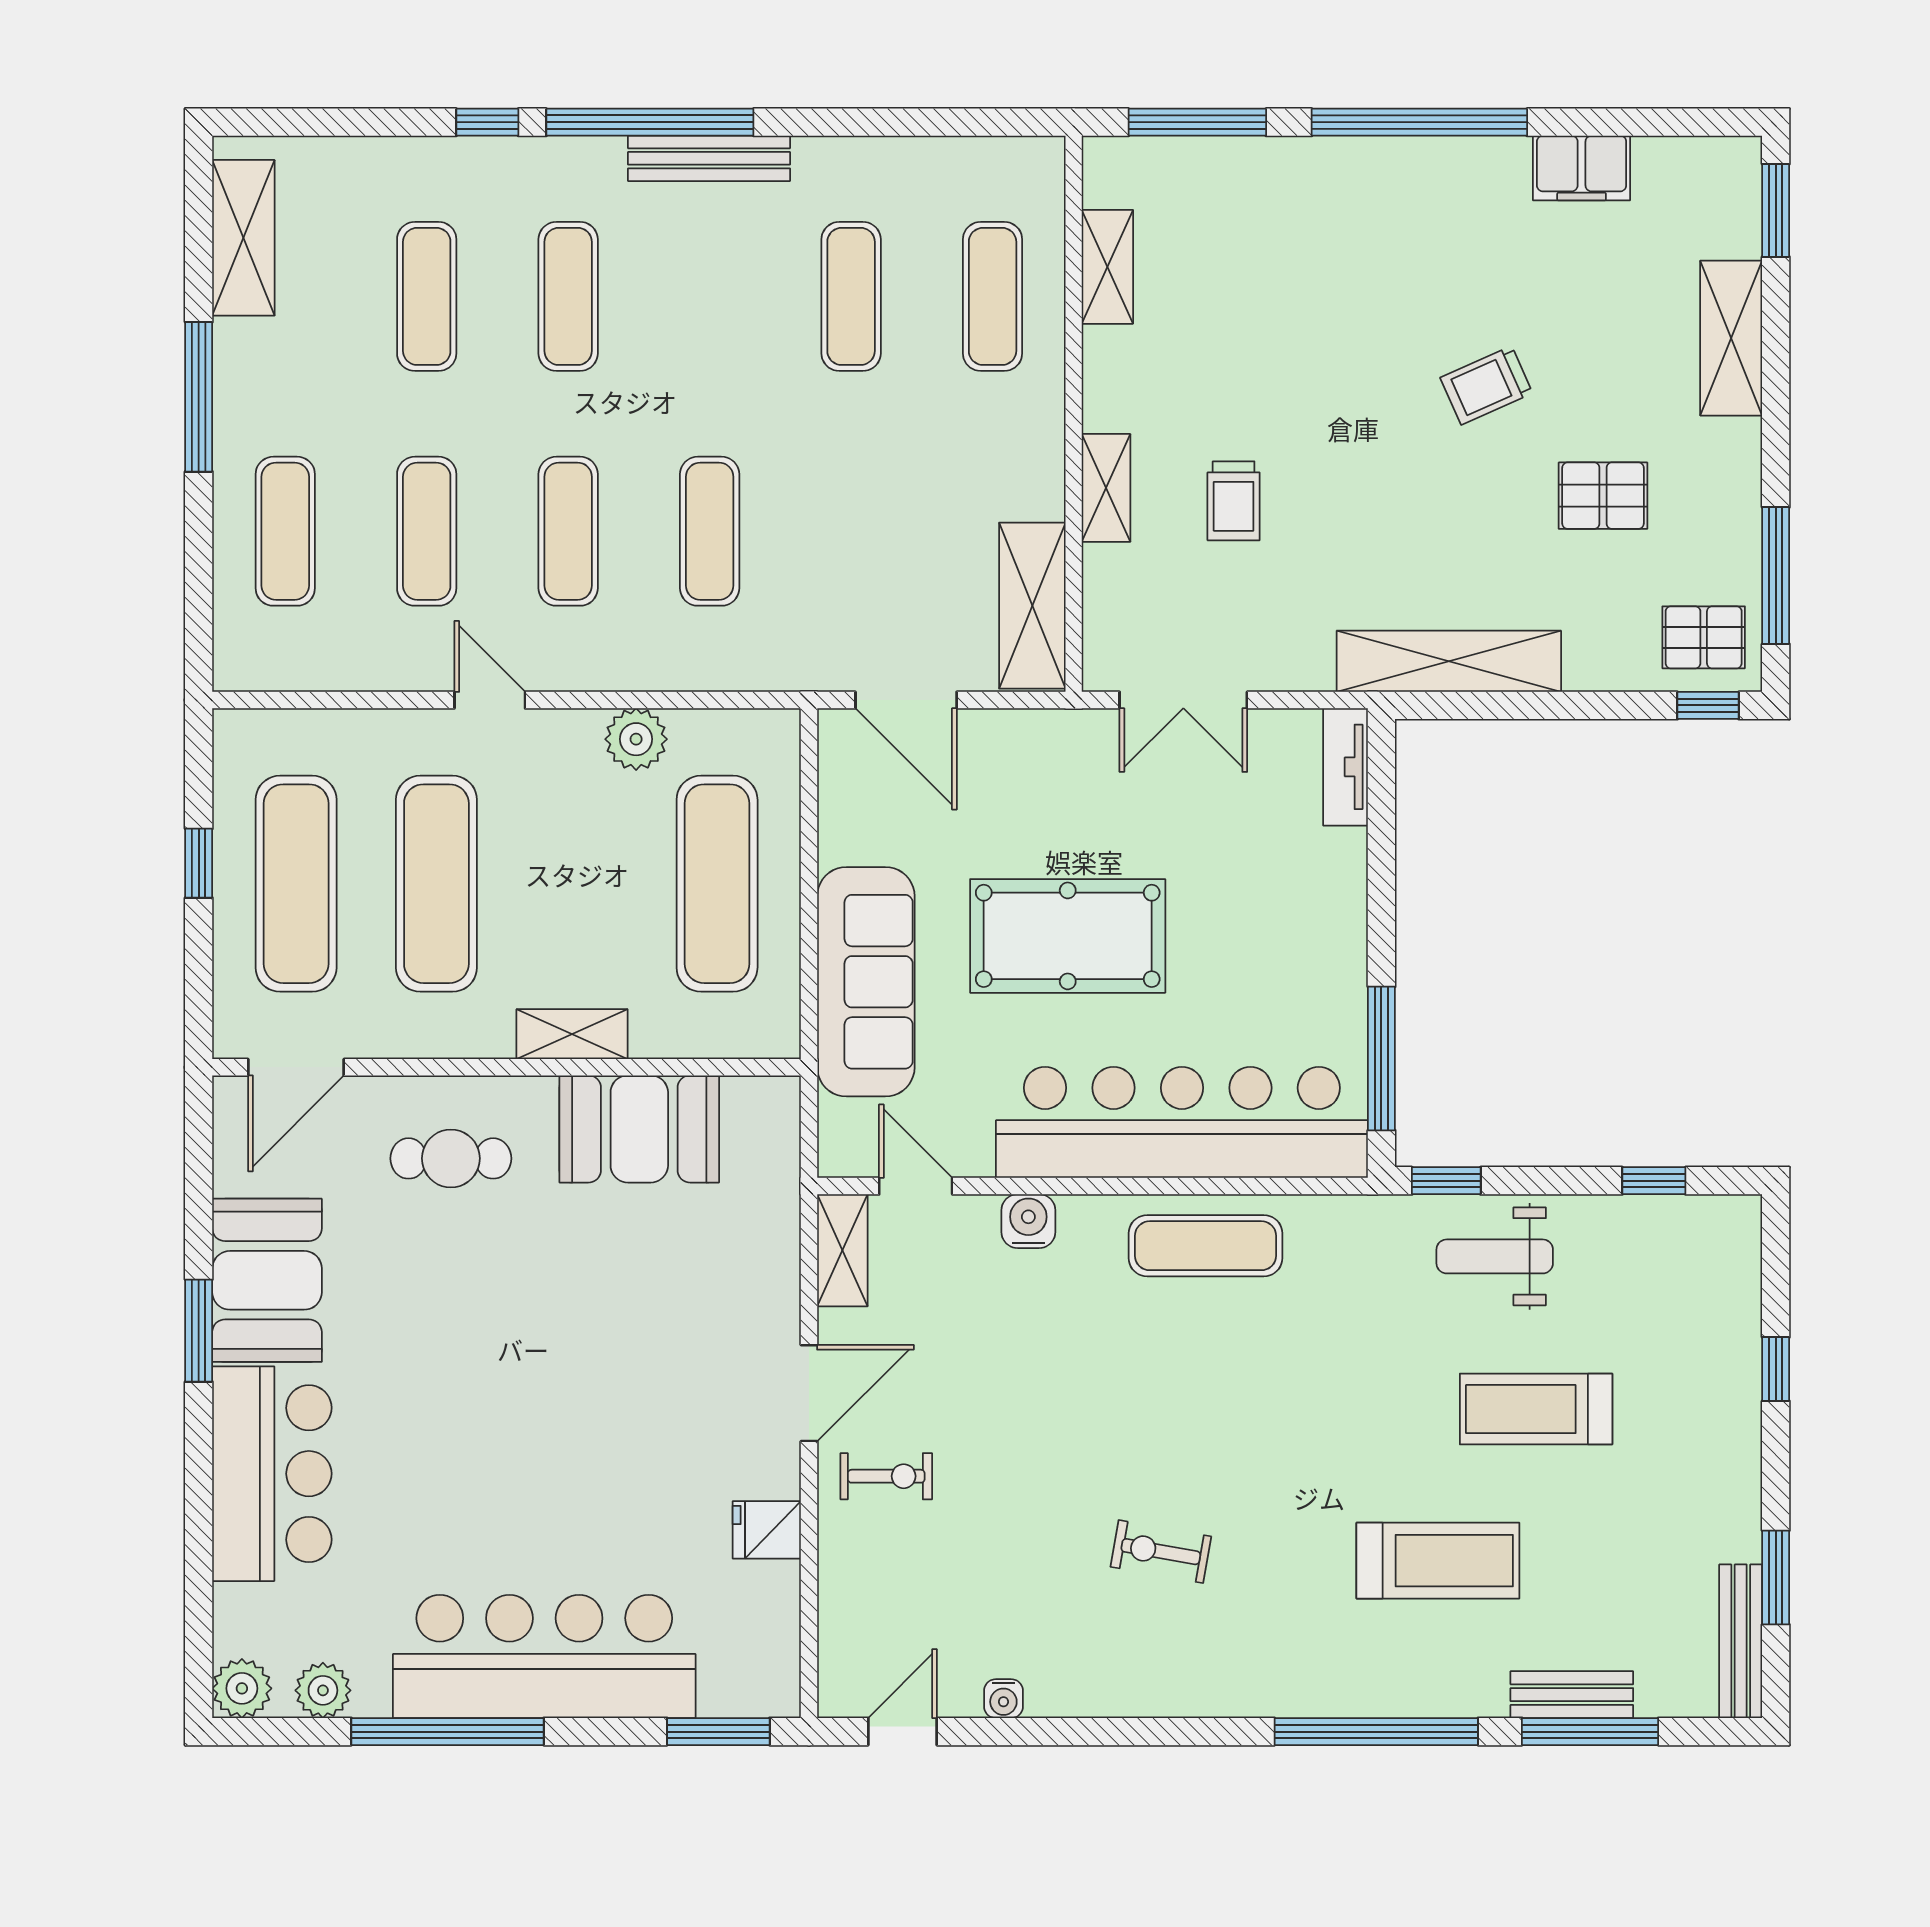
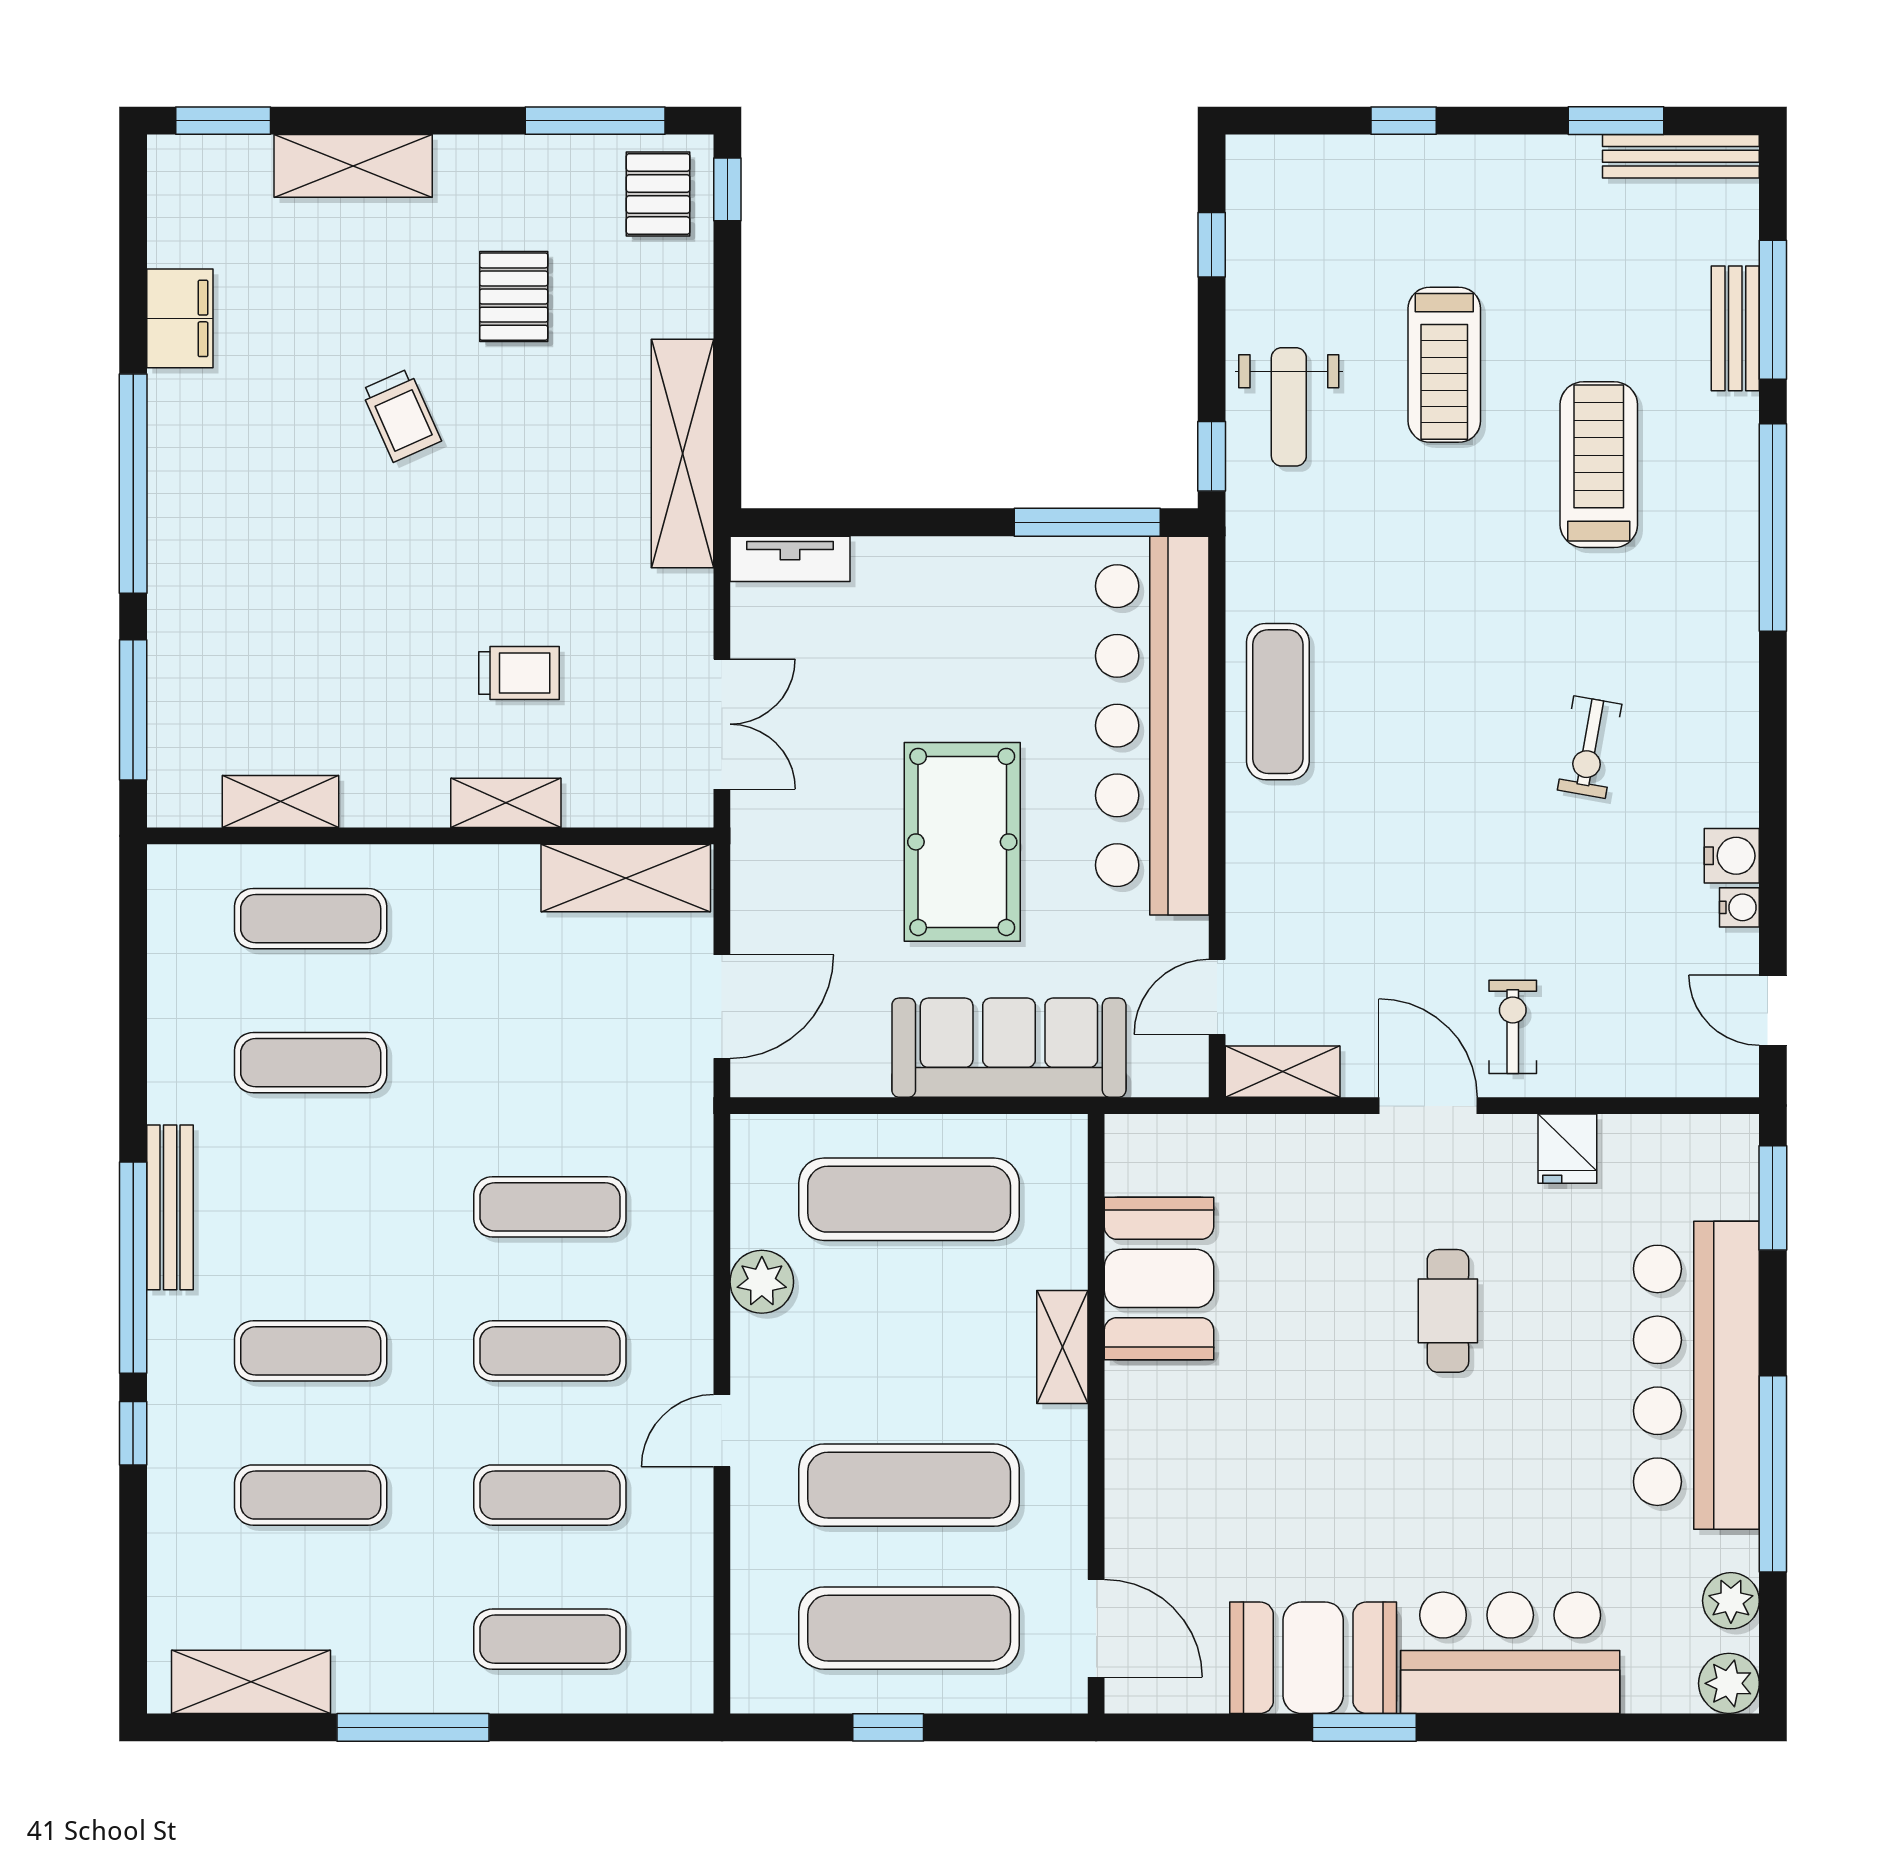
cafe table: (451, 1158) -> (1448, 1311), moved
water cooler: (1028, 1221) -> (1732, 856), moved, turned 180

